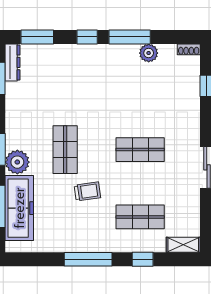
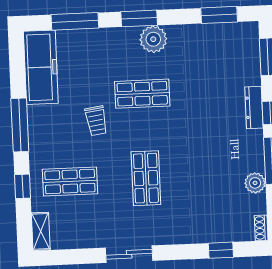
dresser: (13, 62) -> (254, 107), moved, turned 90
plant: (17, 162) -> (153, 39), moved
freezer: (19, 208) -> (41, 67), moved, turned -90
shop shelf: (140, 217) -> (70, 181), turned 90

